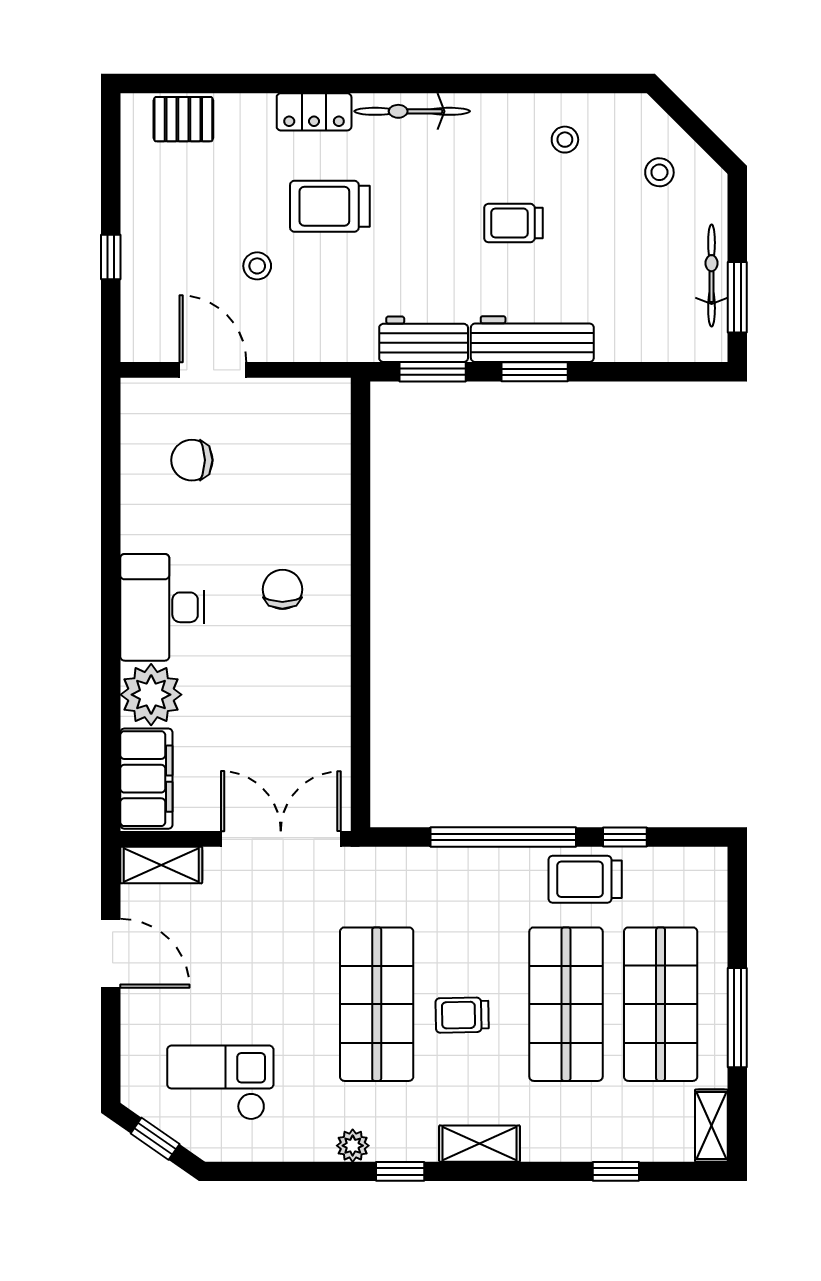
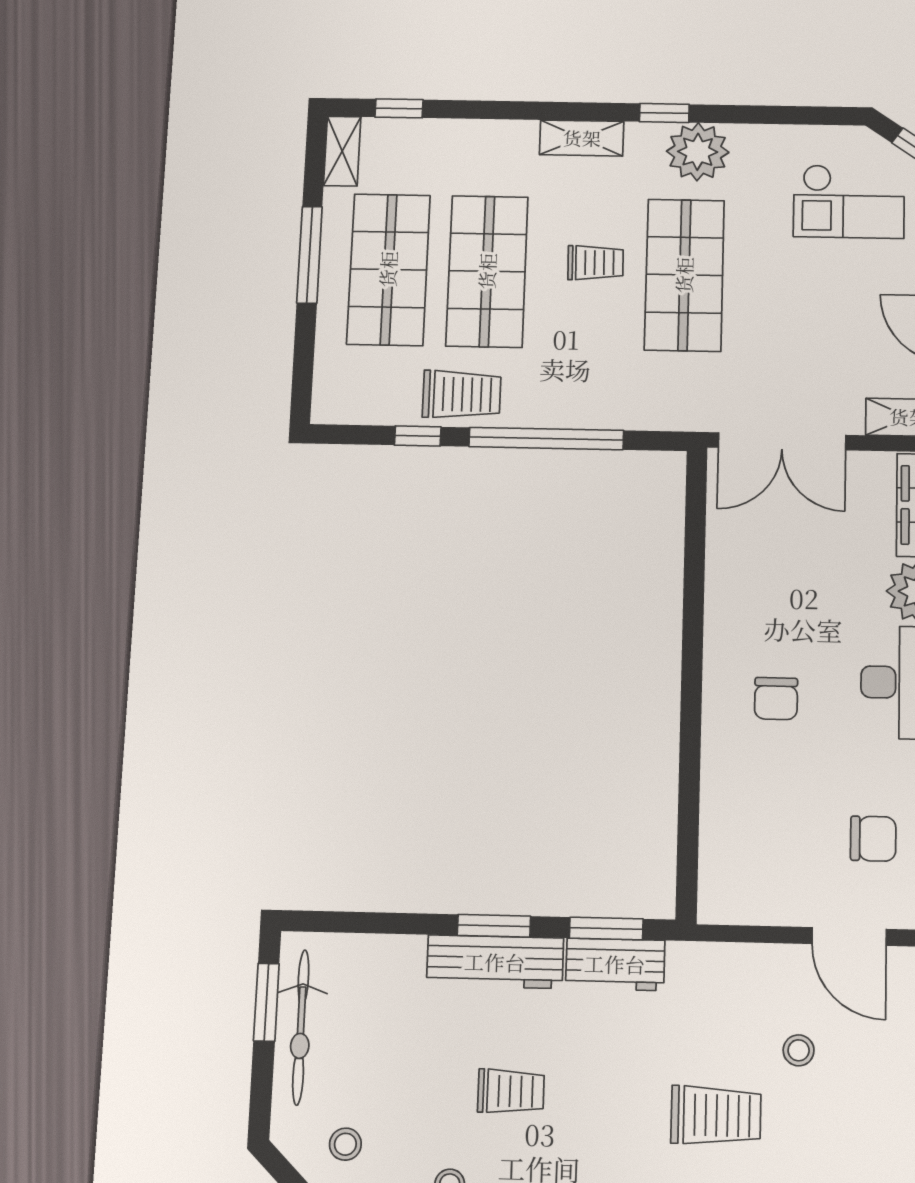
bicycle: (712, 275) -> (301, 1027), width x1.37, depth x1.40
plant: (353, 1146) -> (698, 152), width x1.88, depth x1.88
window: (616, 1171) -> (399, 108), moved

